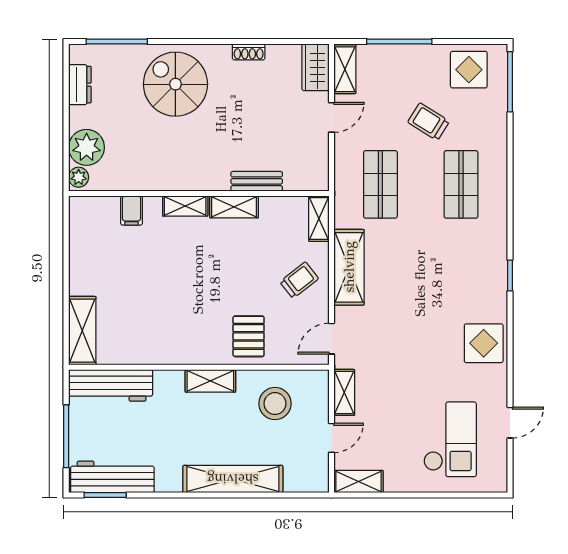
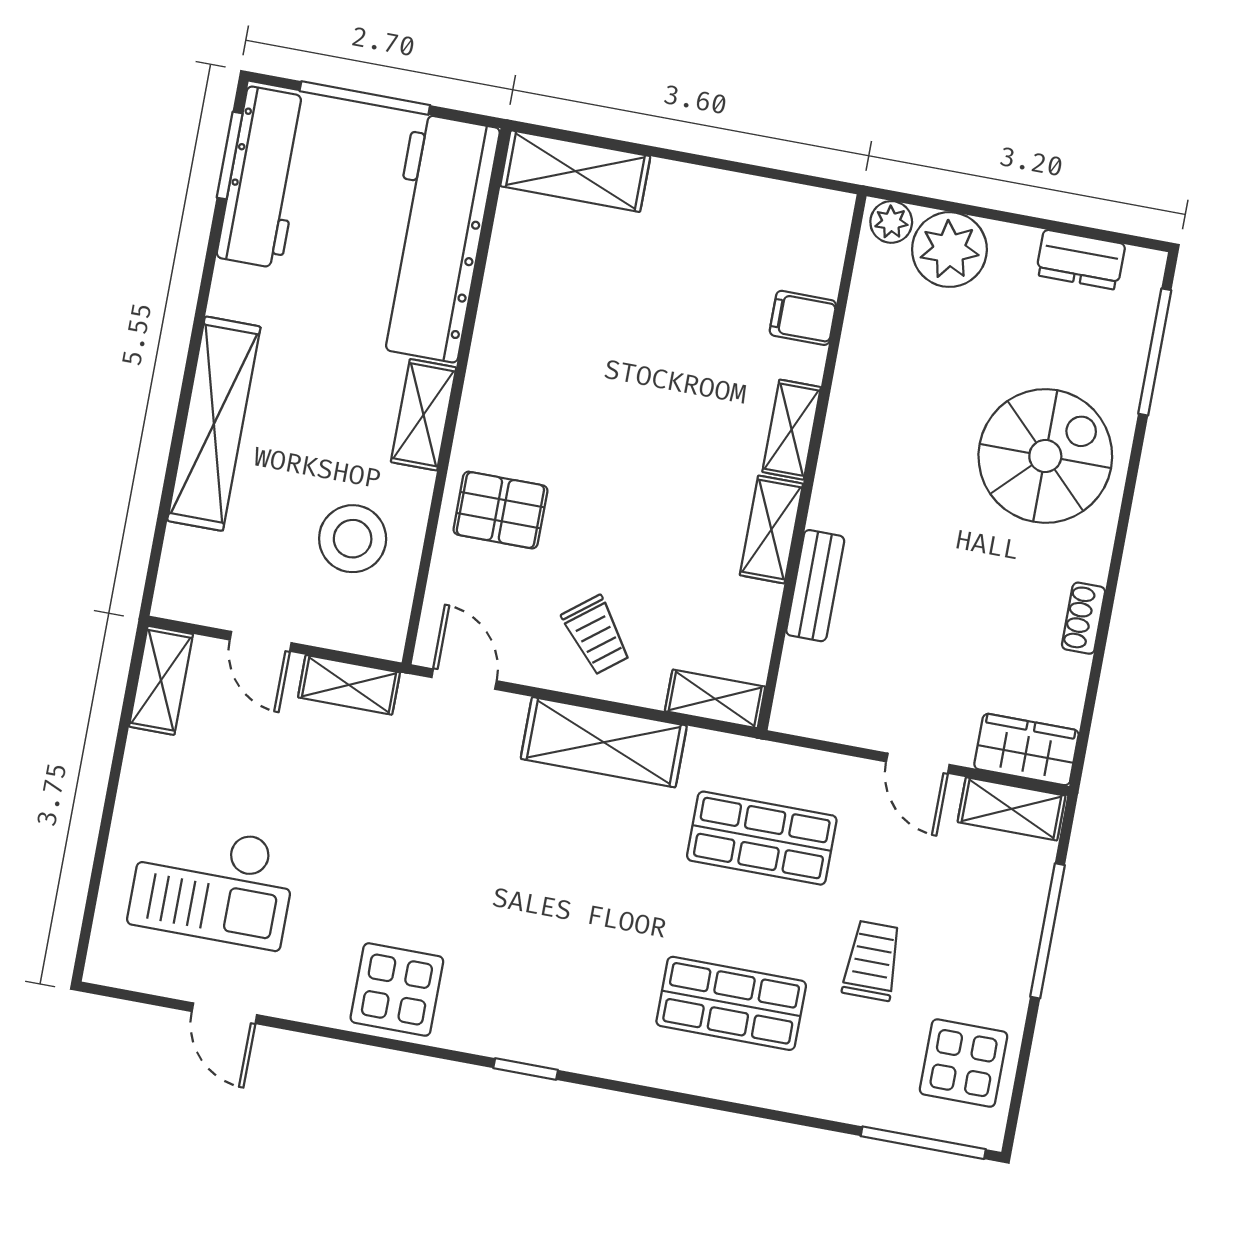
trolley: (429, 122) -> (872, 961), turned -32
workbench: (111, 385) -> (436, 238), width x1.36, depth x1.32

